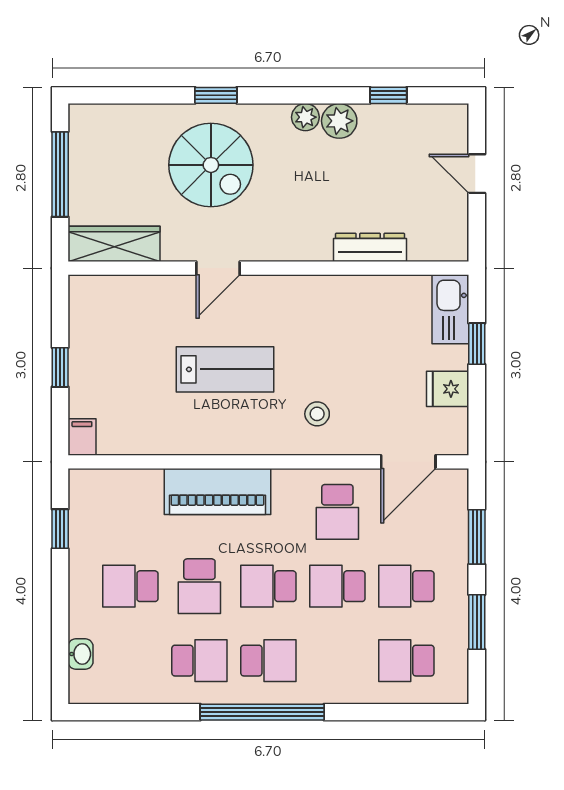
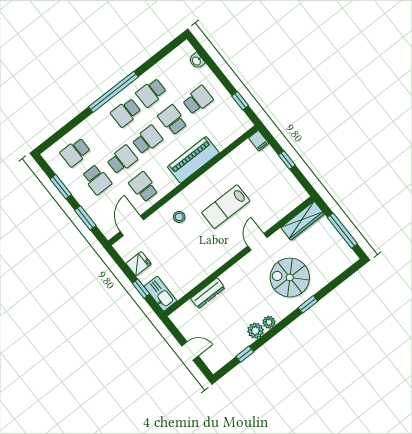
school desk: (406, 586) -> (97, 180), turned 90
school desk: (406, 661) -> (75, 152), turned 180

